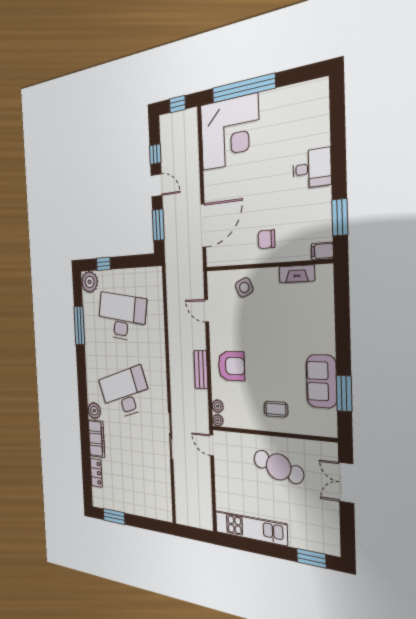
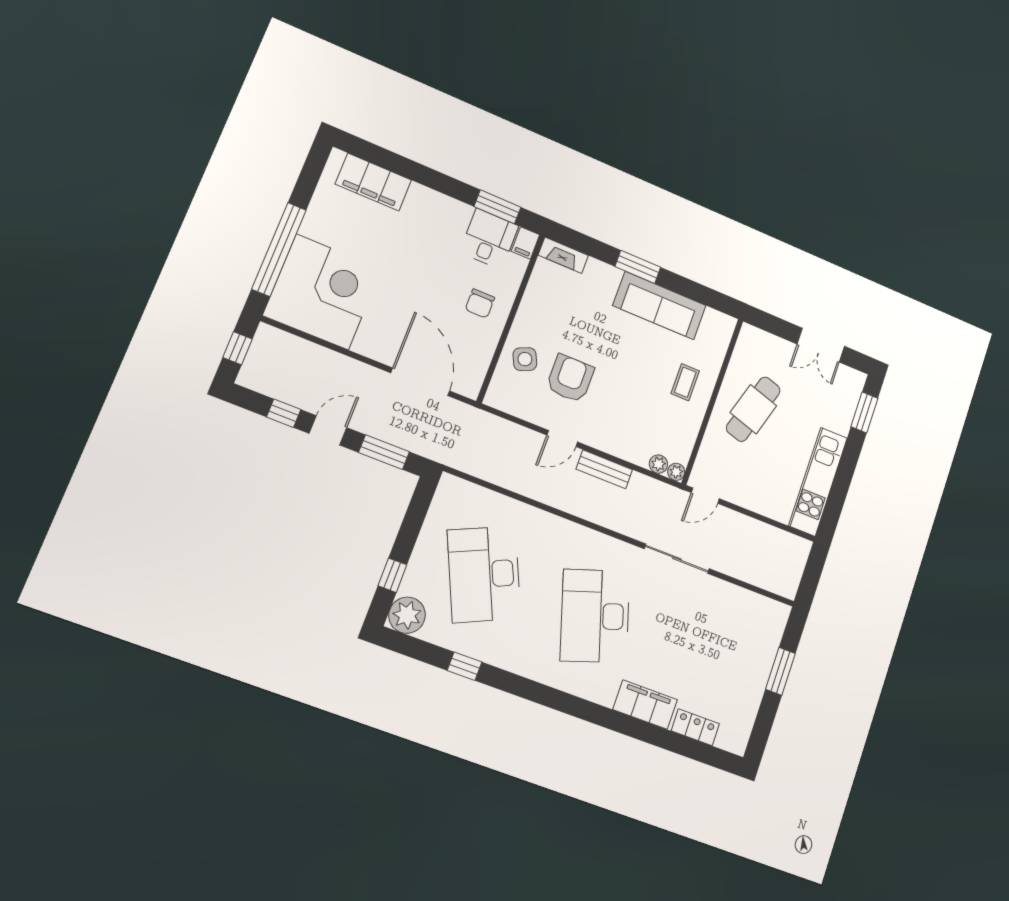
filing cabinet: (316, 119) -> (373, 182), added
desk: (312, 168) -> (489, 239), moved
fireplace: (297, 274) -> (563, 255), moved, turned 90
door: (207, 311) -> (562, 439), moved
desk: (122, 317) -> (484, 574), turned -33
window: (79, 326) -> (464, 666), width x0.46
armchair: (231, 366) -> (570, 378), moved
sofa: (322, 381) -> (660, 306), width x1.36
window: (344, 393) -> (638, 267), moved
plant: (94, 411) -> (603, 691), removed
double door: (346, 483) -> (821, 345), moved
window: (114, 516) -> (780, 671), moved

